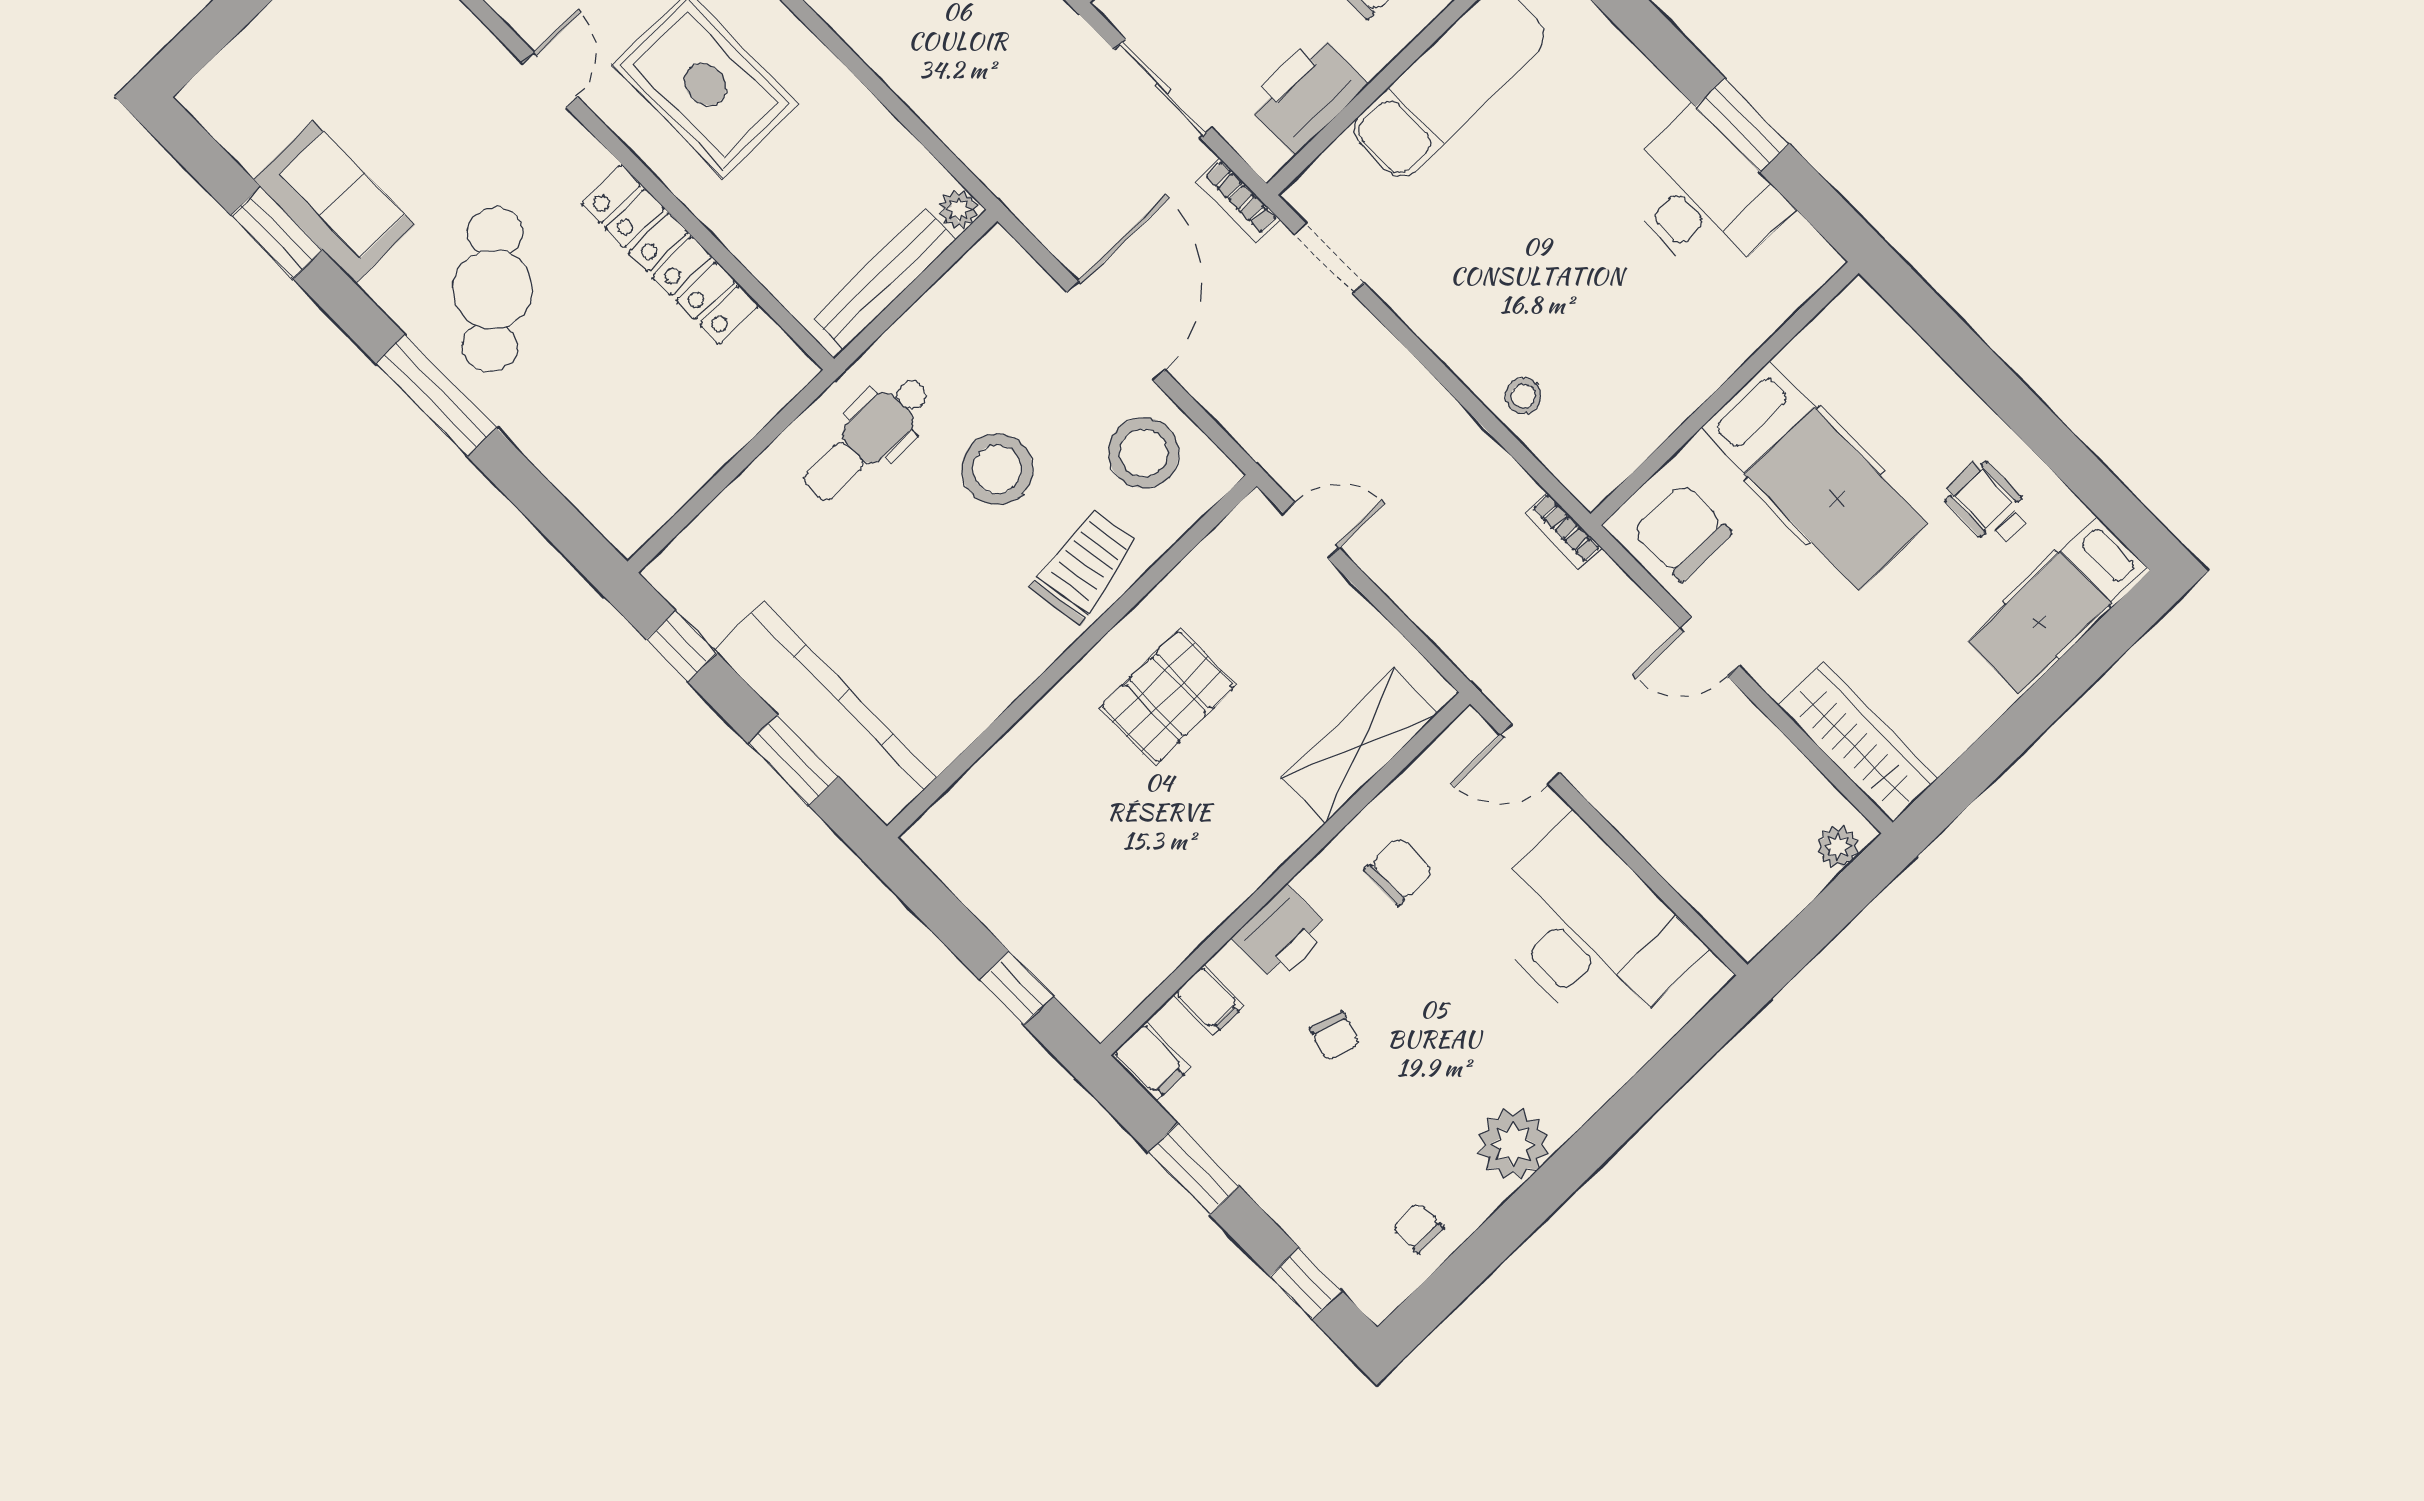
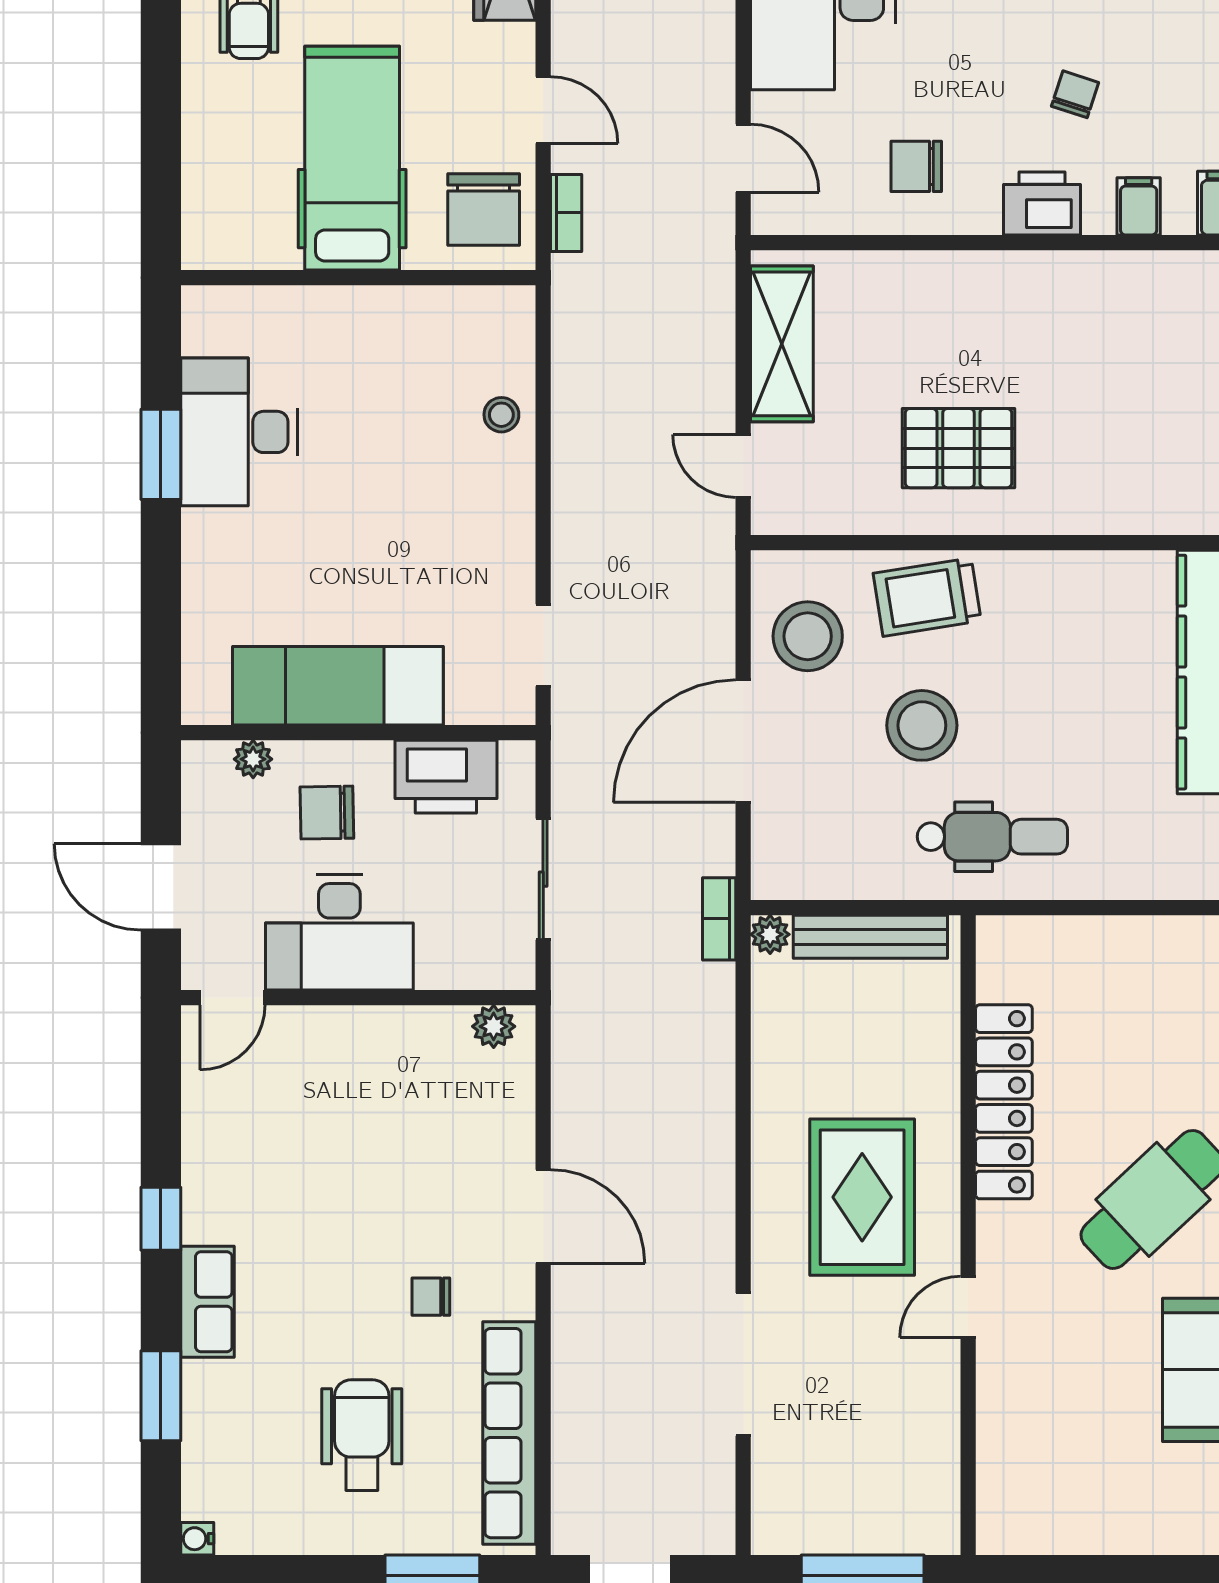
bookcase: (1238, 200) -> (719, 919), moved, turned 180
bookcase: (1563, 531) -> (566, 213), moved
shelving: (1359, 746) -> (782, 344), moved, turned 90

